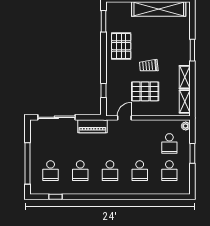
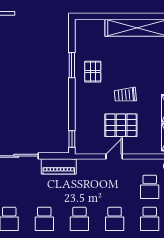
window: (104, 21) -> (72, 65), moved
pallet: (121, 46) -> (93, 72), width x0.67, depth x0.71
window: (104, 90) -> (72, 139), moved
door: (124, 118) -> (114, 157), moved

